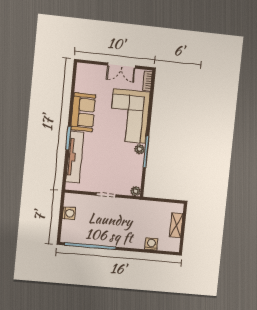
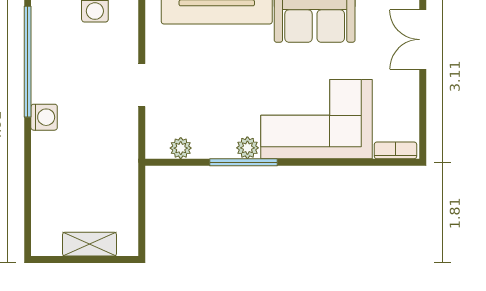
double door: (122, 66) -> (423, 40), moved
plant: (136, 191) -> (181, 148), moved
washing machine: (151, 244) -> (44, 117), moved

